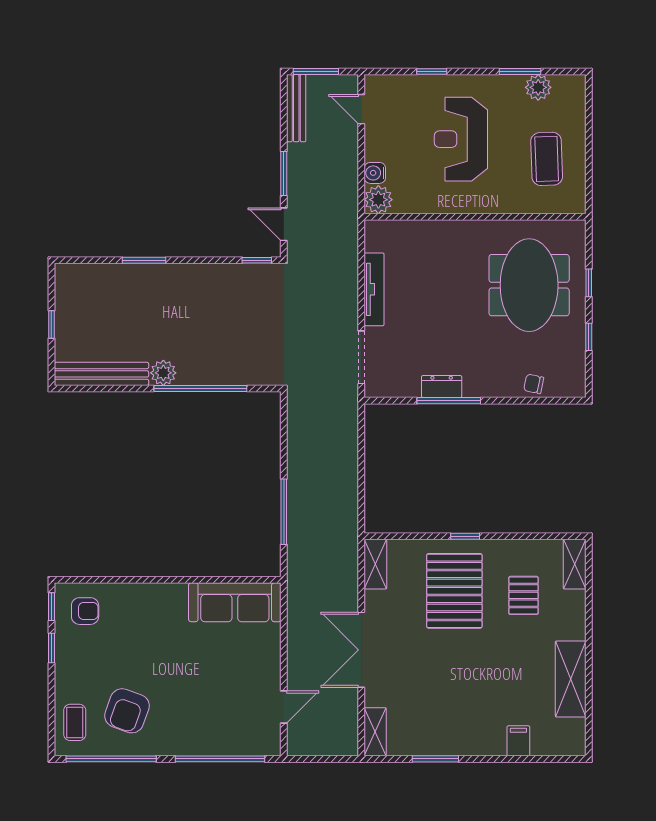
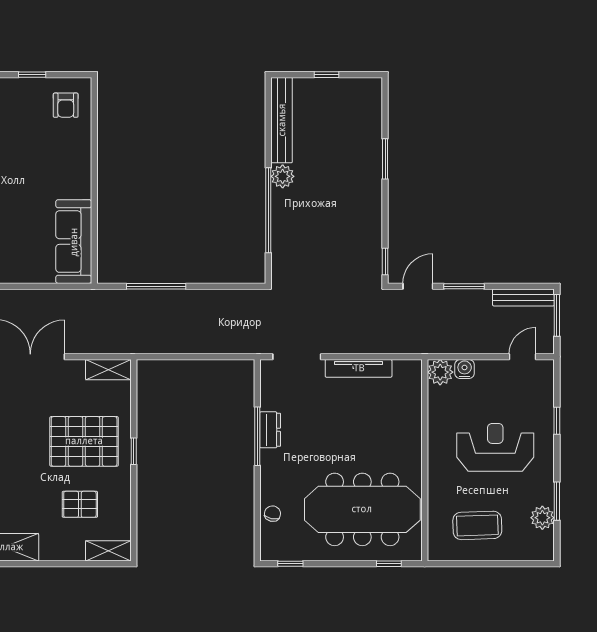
window: (589, 283) -> (389, 564), moved
meeting table: (529, 285) -> (362, 509), width x1.36
window: (589, 337) -> (290, 564), moved
window: (51, 607) -> (70, 75), removed

